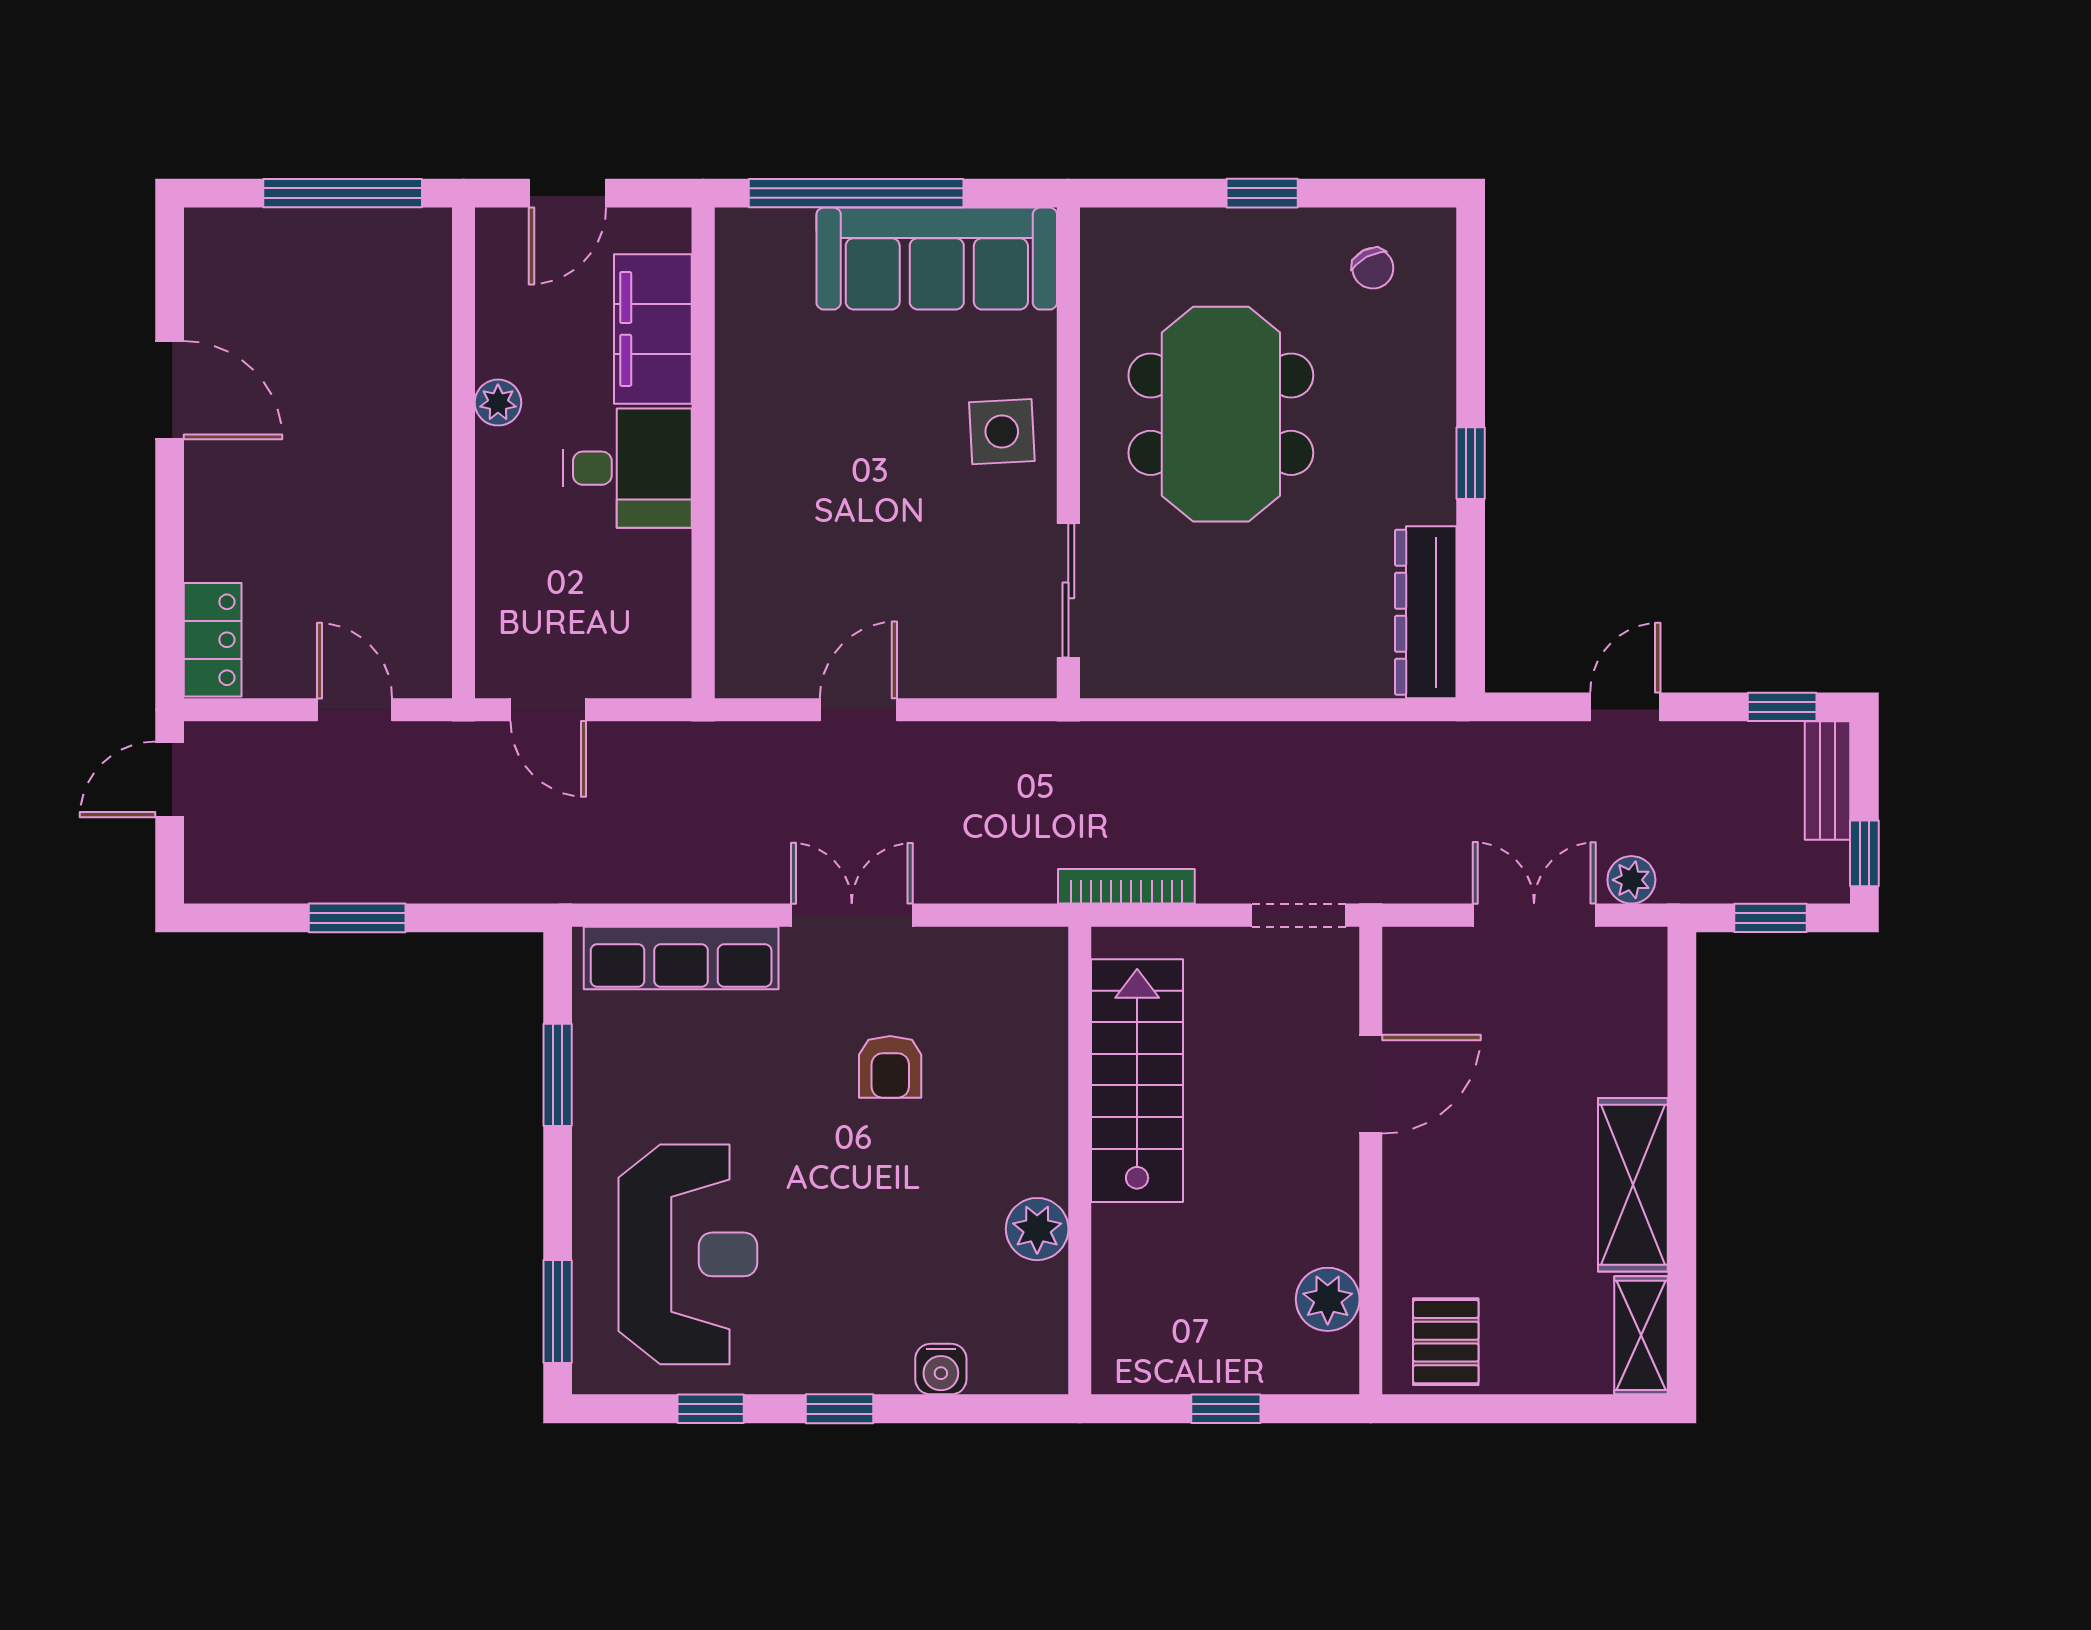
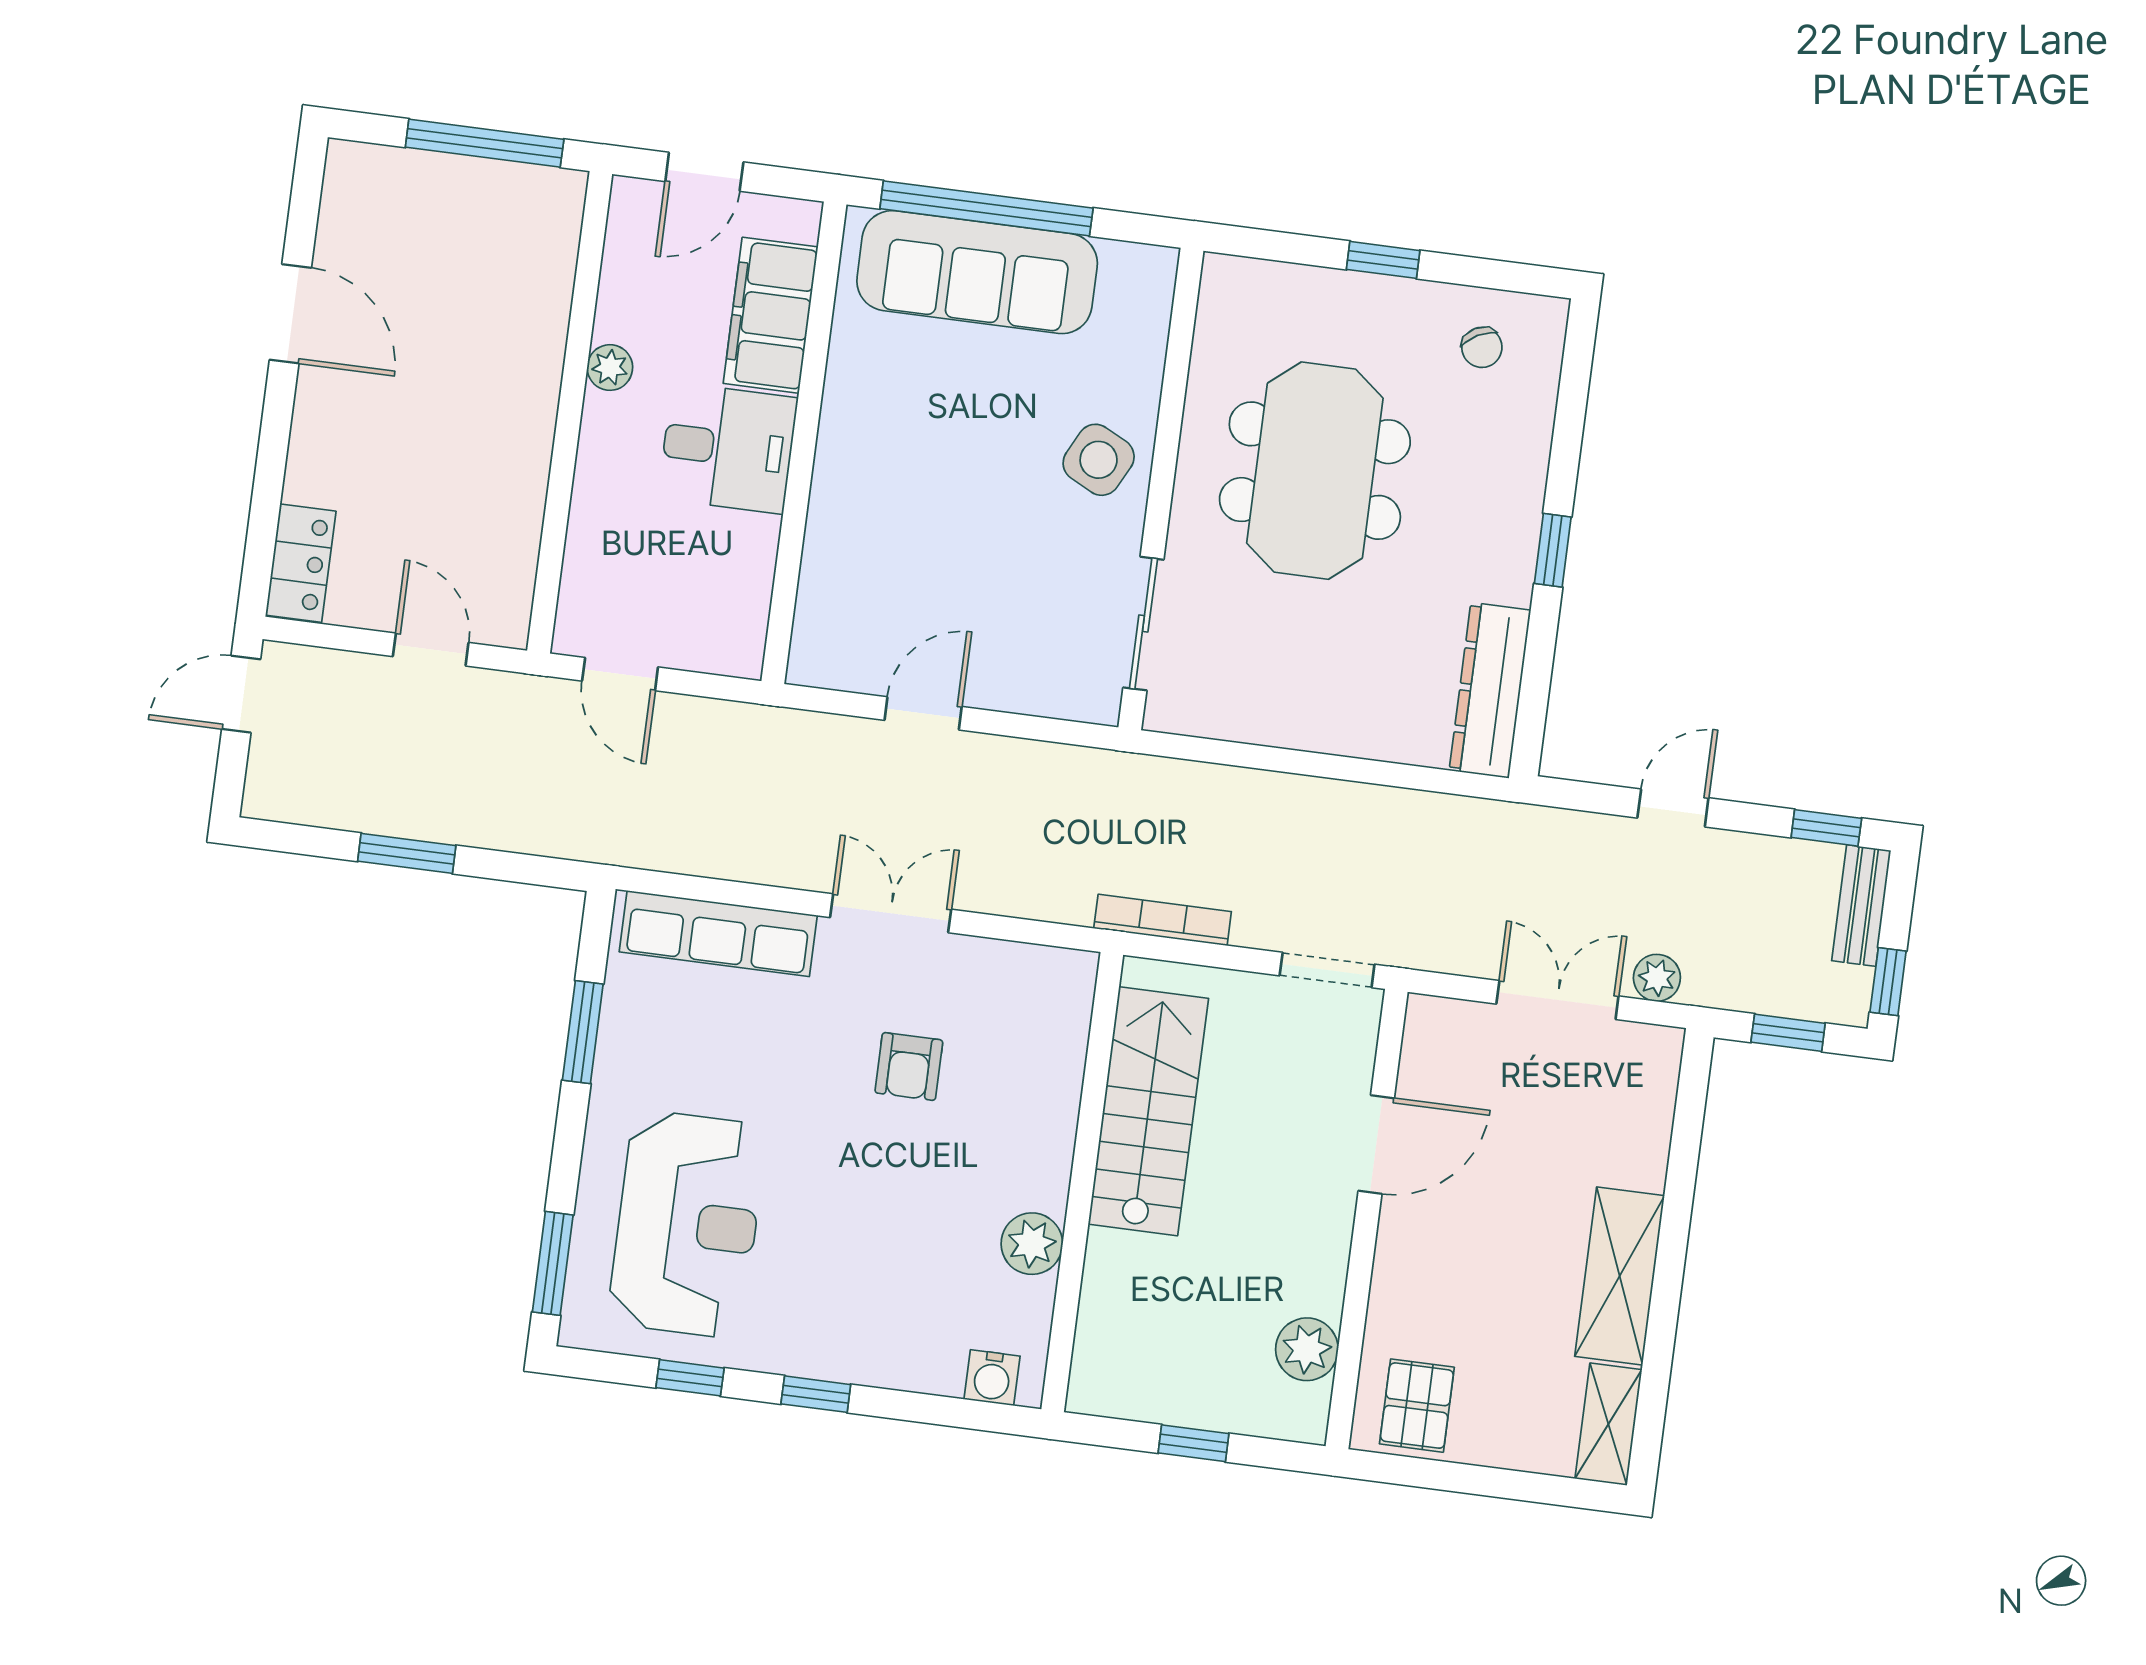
sofa: (937, 259) -> (977, 272), moved
side table: (1002, 432) -> (1099, 460), turned 30
water cooler: (941, 1369) -> (992, 1378), moved

